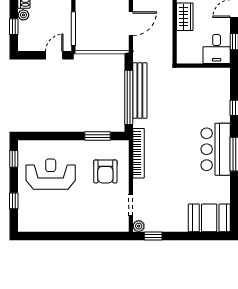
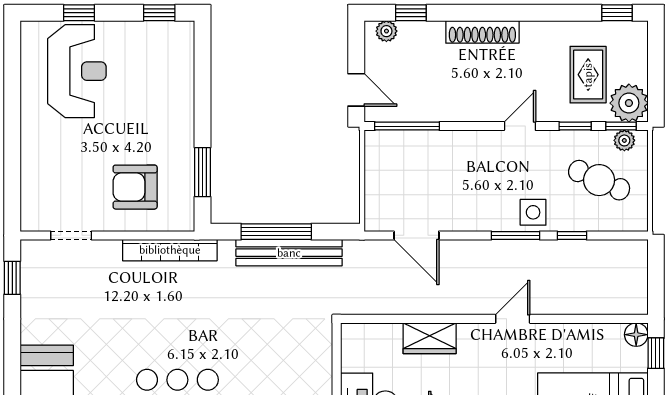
plant: (23, 15) -> (386, 31), moved
window: (129, 97) -> (276, 232), width x0.68
reception desk: (51, 174) -> (77, 71), moved
plant: (139, 226) -> (31, 250), removed

